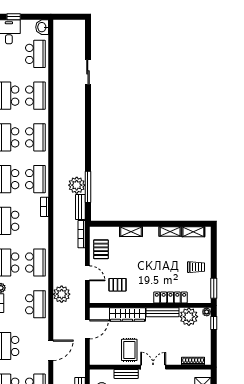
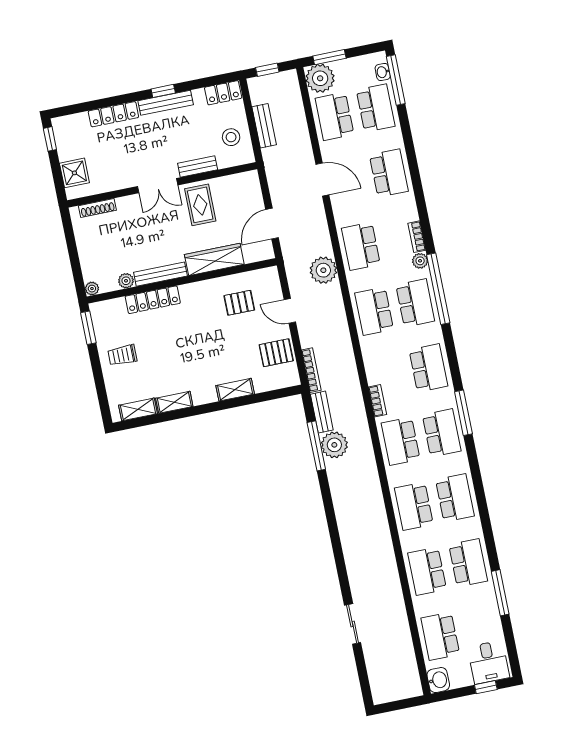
pallet: (101, 249) -> (276, 353), turned 90
plant: (189, 317) -> (126, 281), width x0.53, depth x0.53
window: (214, 323) -> (77, 274), removed
door: (51, 350) -> (322, 180), swing flipped

